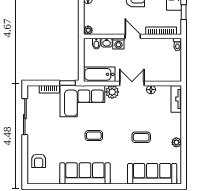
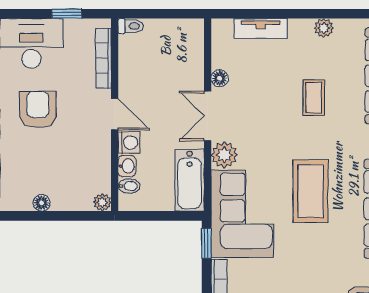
door: (133, 36) -> (115, 114), swing flipped
tv unit: (176, 99) -> (261, 29), moved
coffee table: (94, 136) -> (311, 191), width x1.86, depth x1.72

